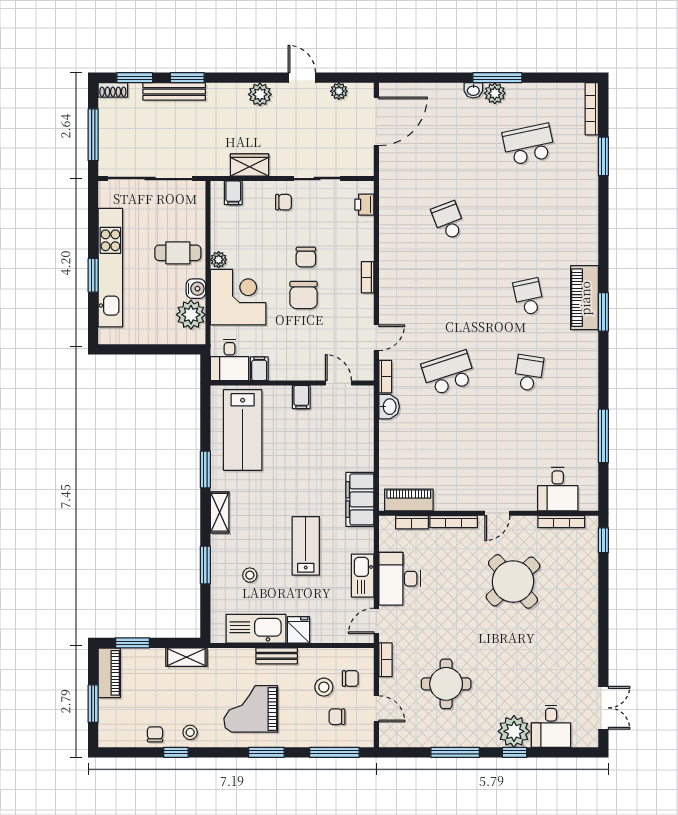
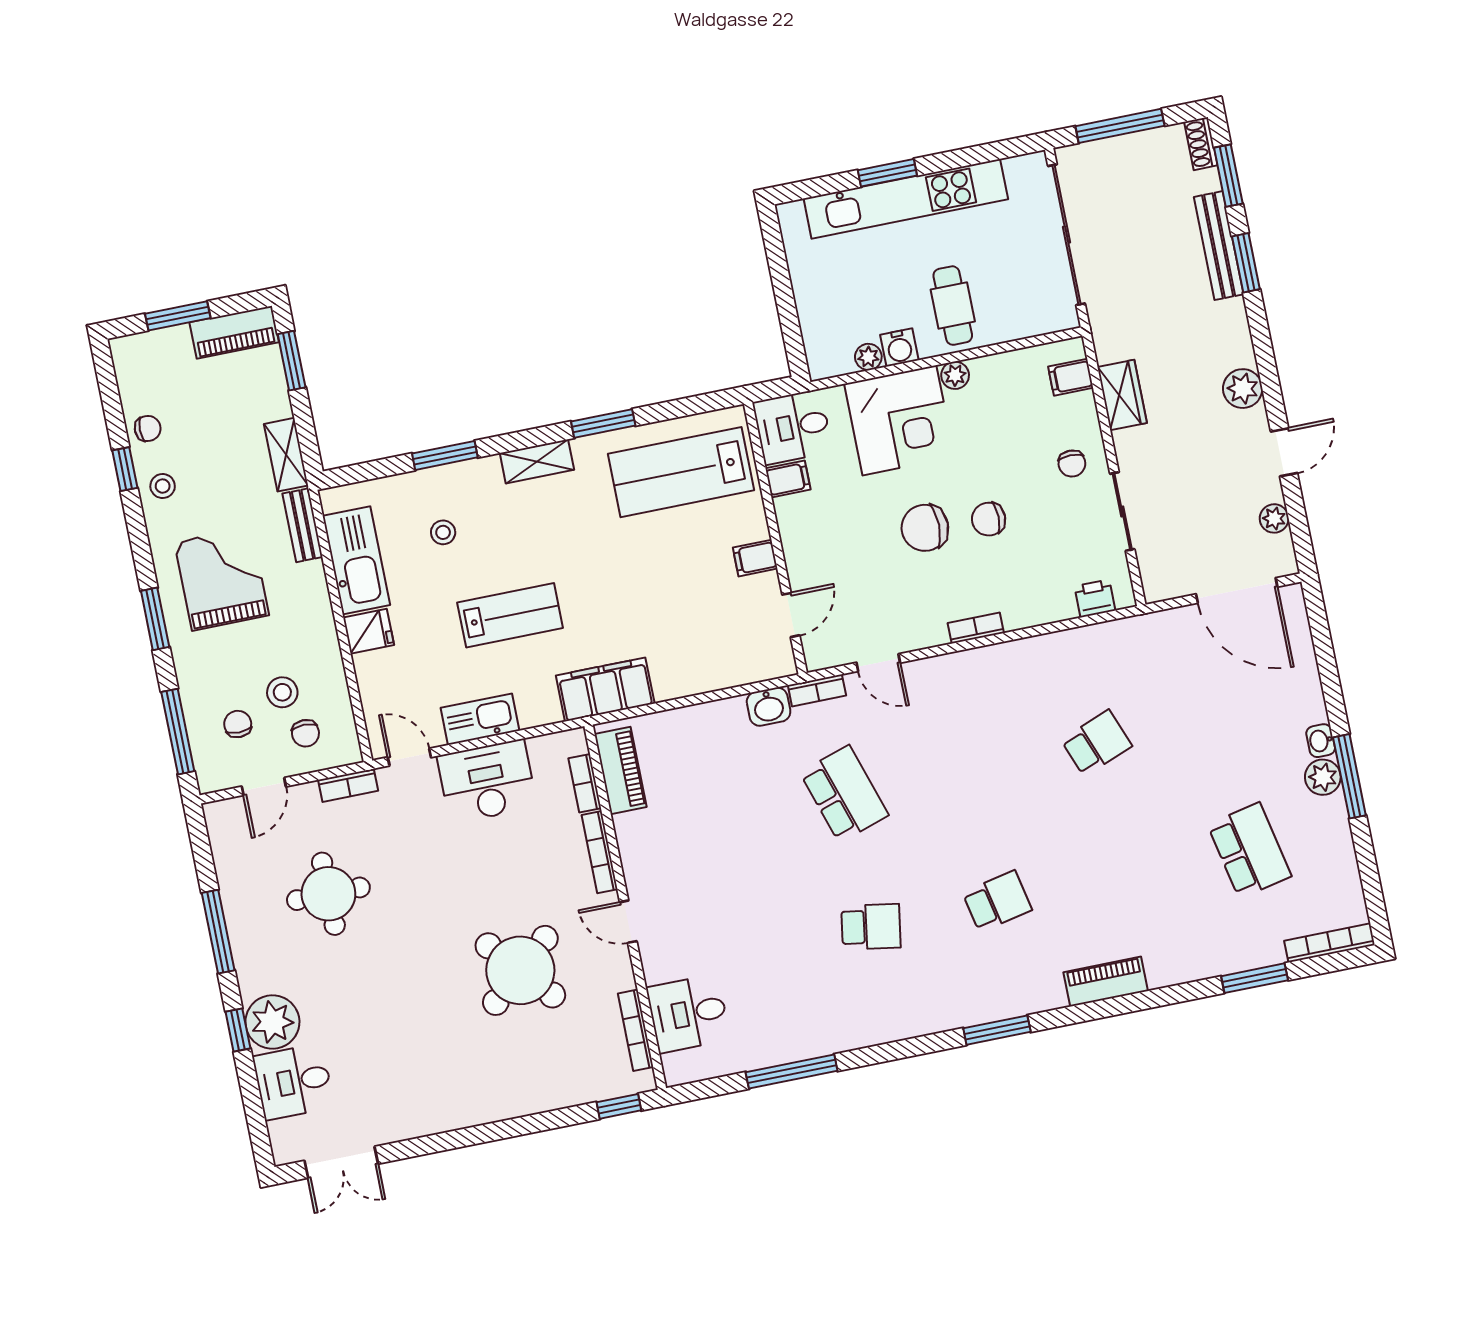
piano: (585, 298) -> (1106, 982), moved, width x0.73, depth x0.75
plant: (191, 315) -> (868, 357), width x0.53, depth x0.53
bench: (277, 656) -> (302, 525), moved

